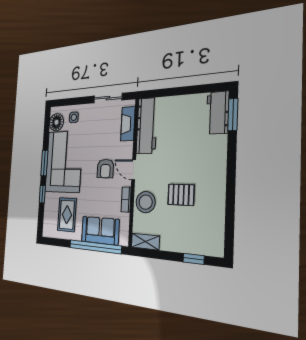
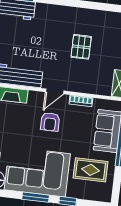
armchair: (105, 169) -> (50, 122), turned 90
stool: (146, 202) -> (85, 81), removed

